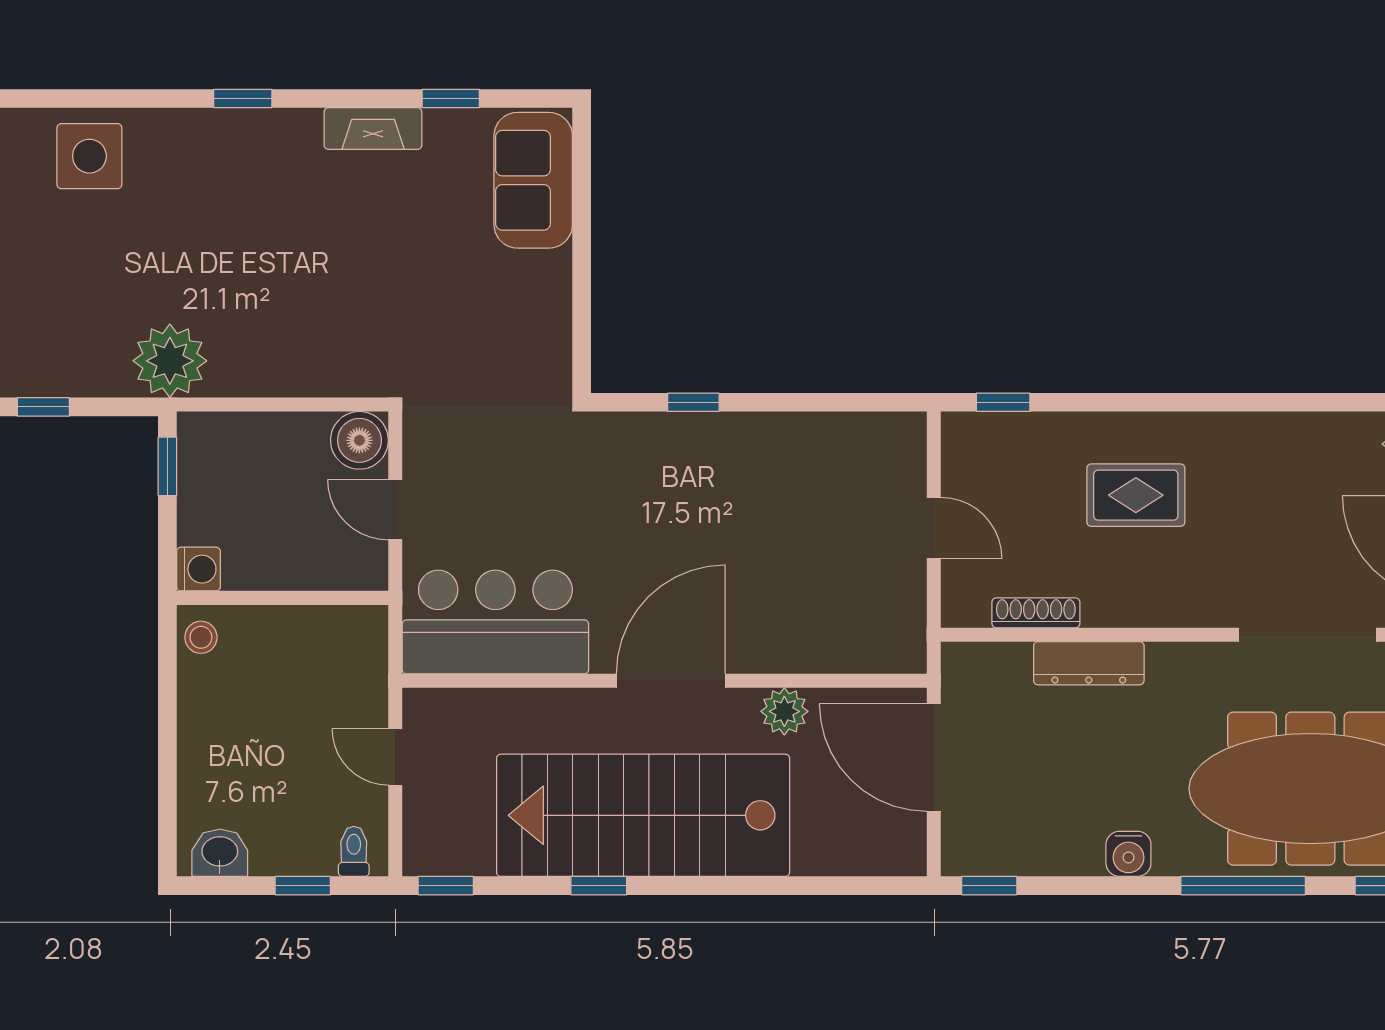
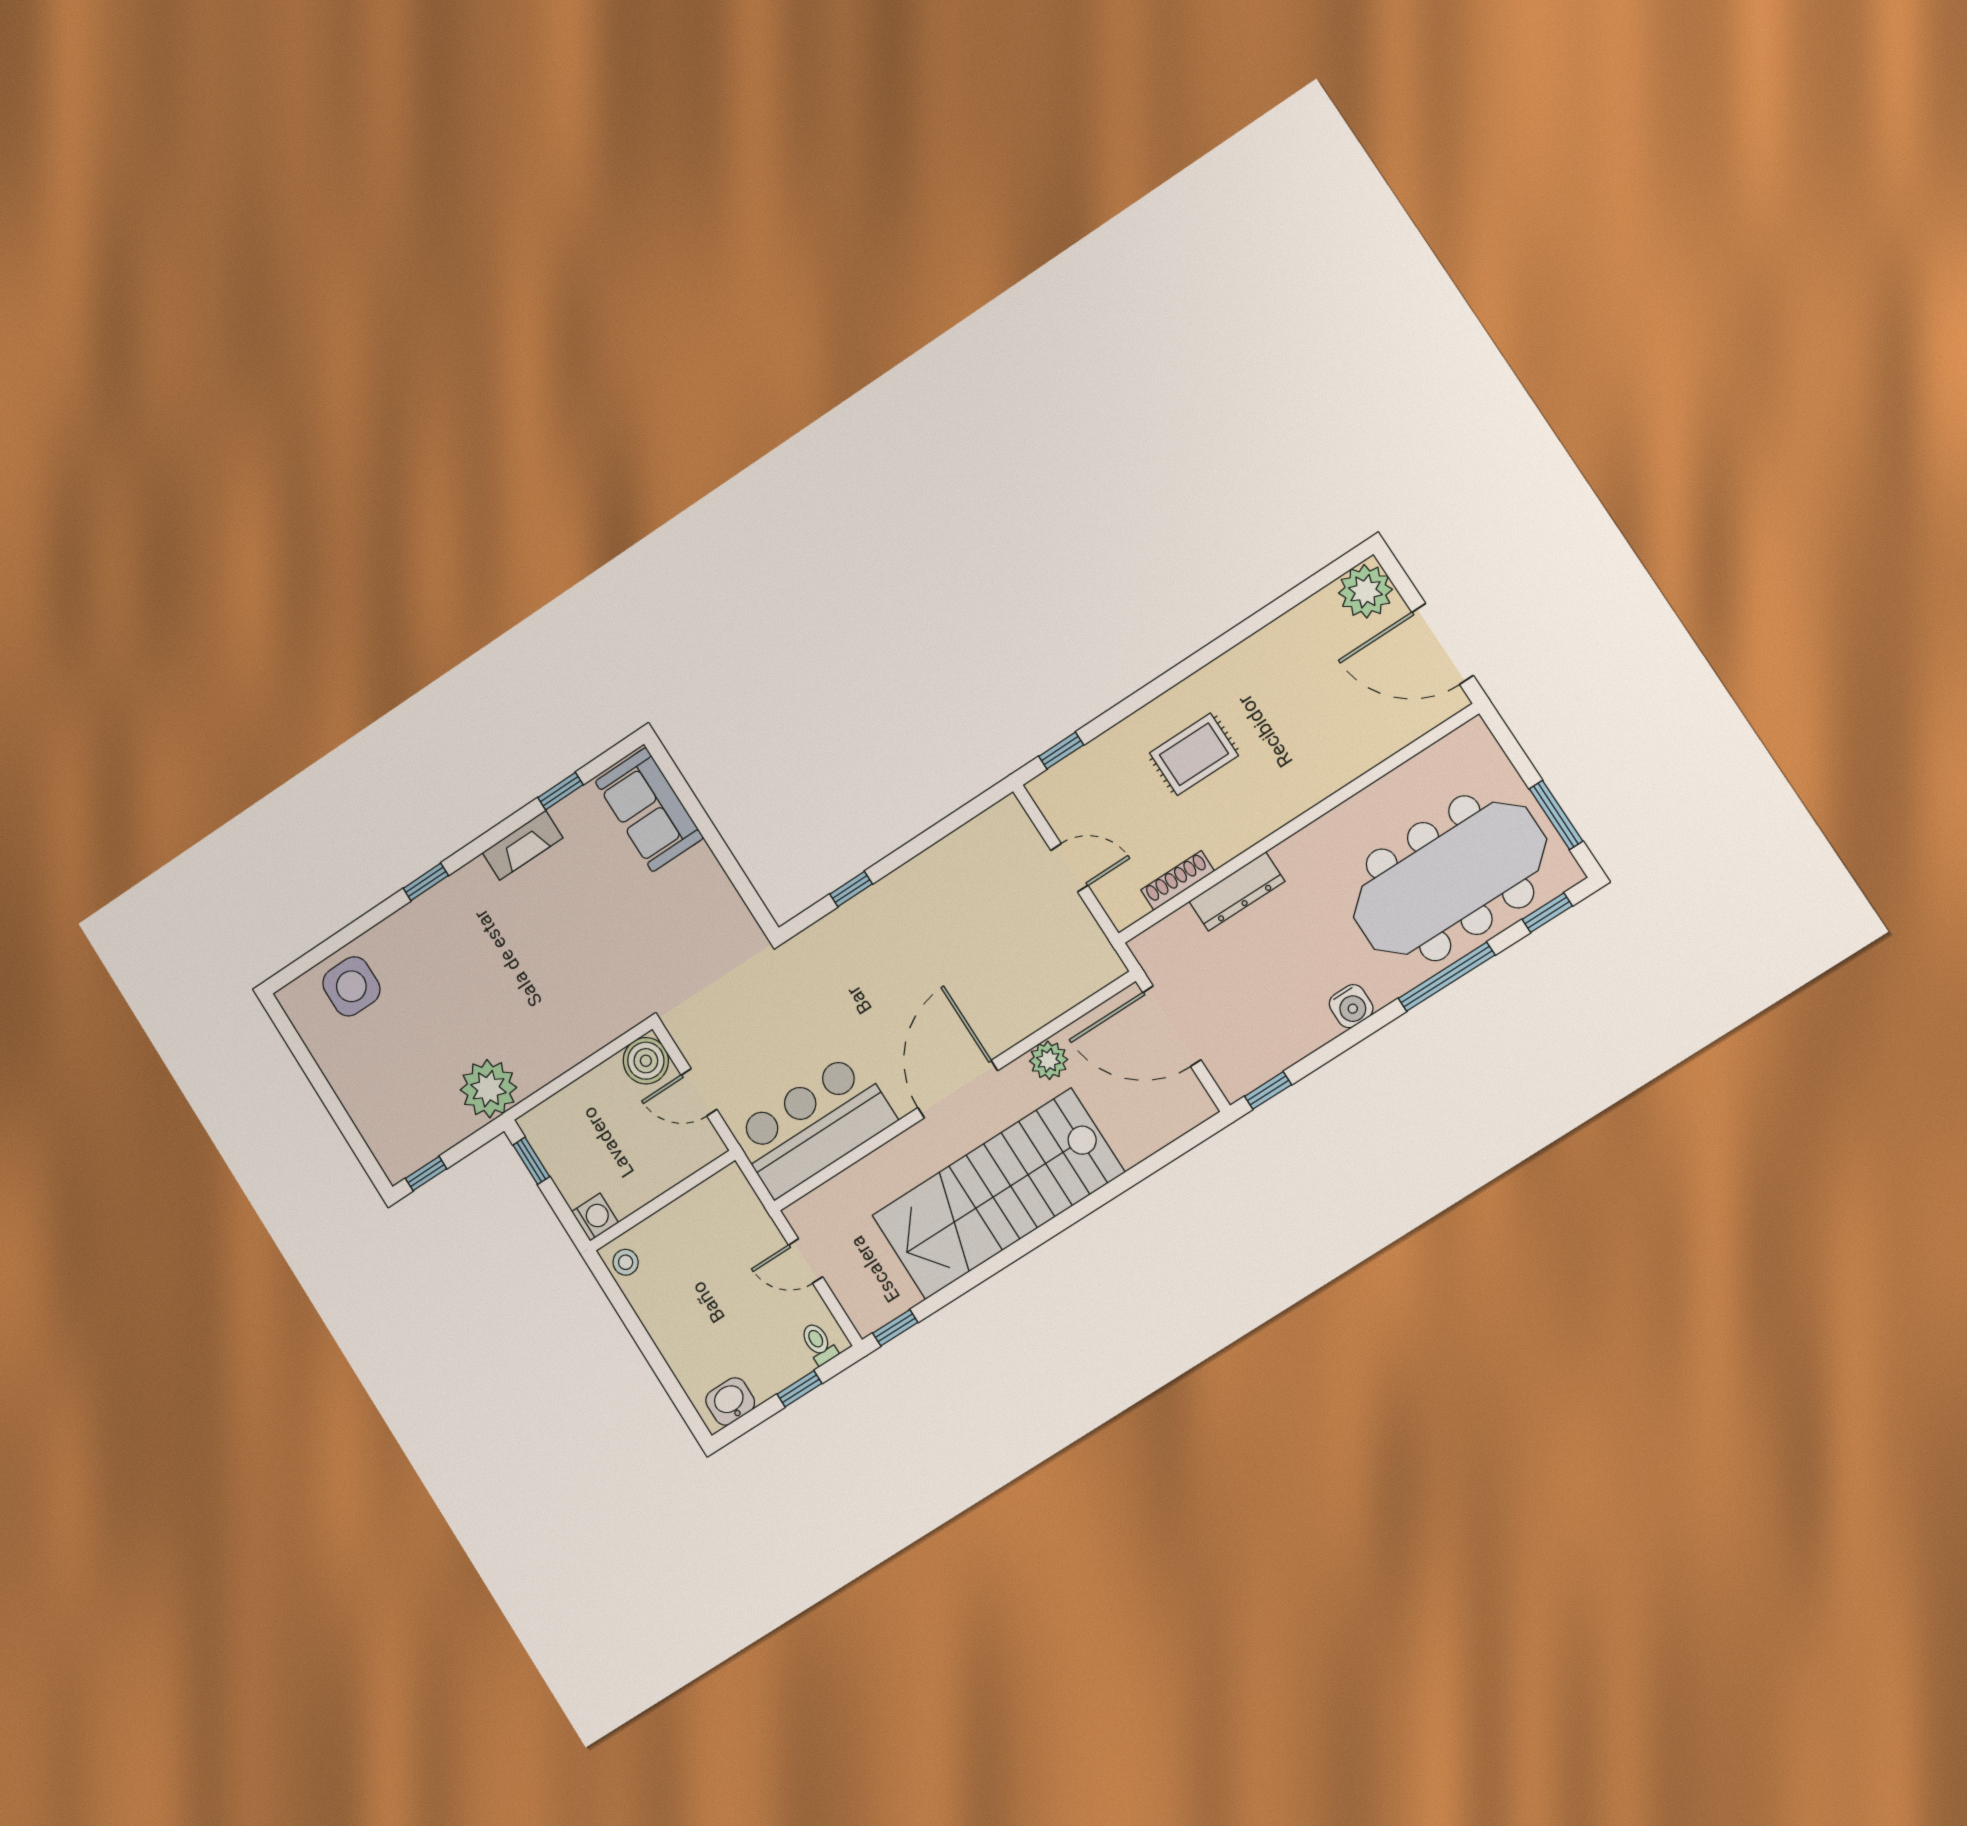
doorway: (1308, 635) -> (1377, 772), removed
window: (599, 886) -> (999, 1262), removed

